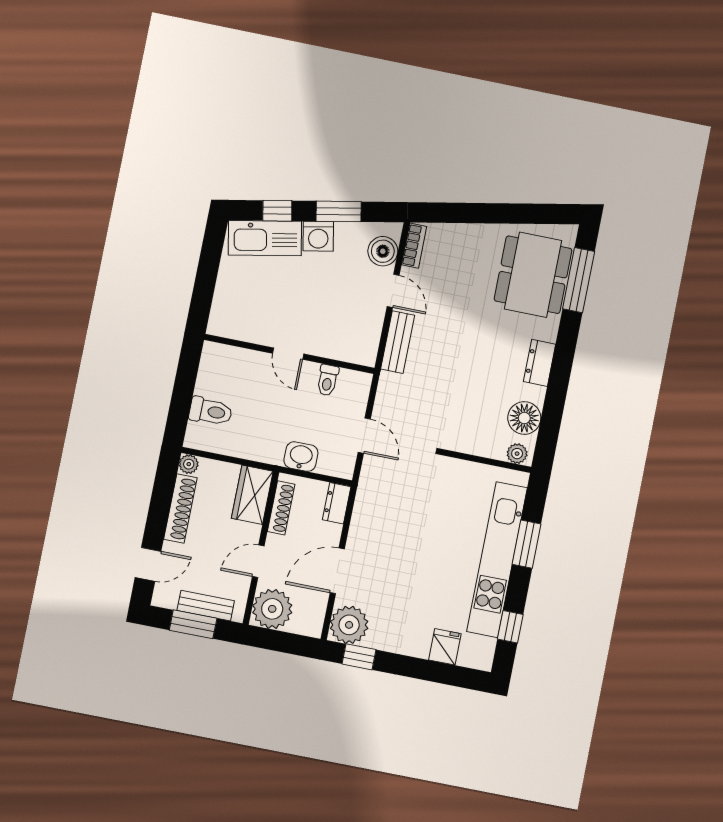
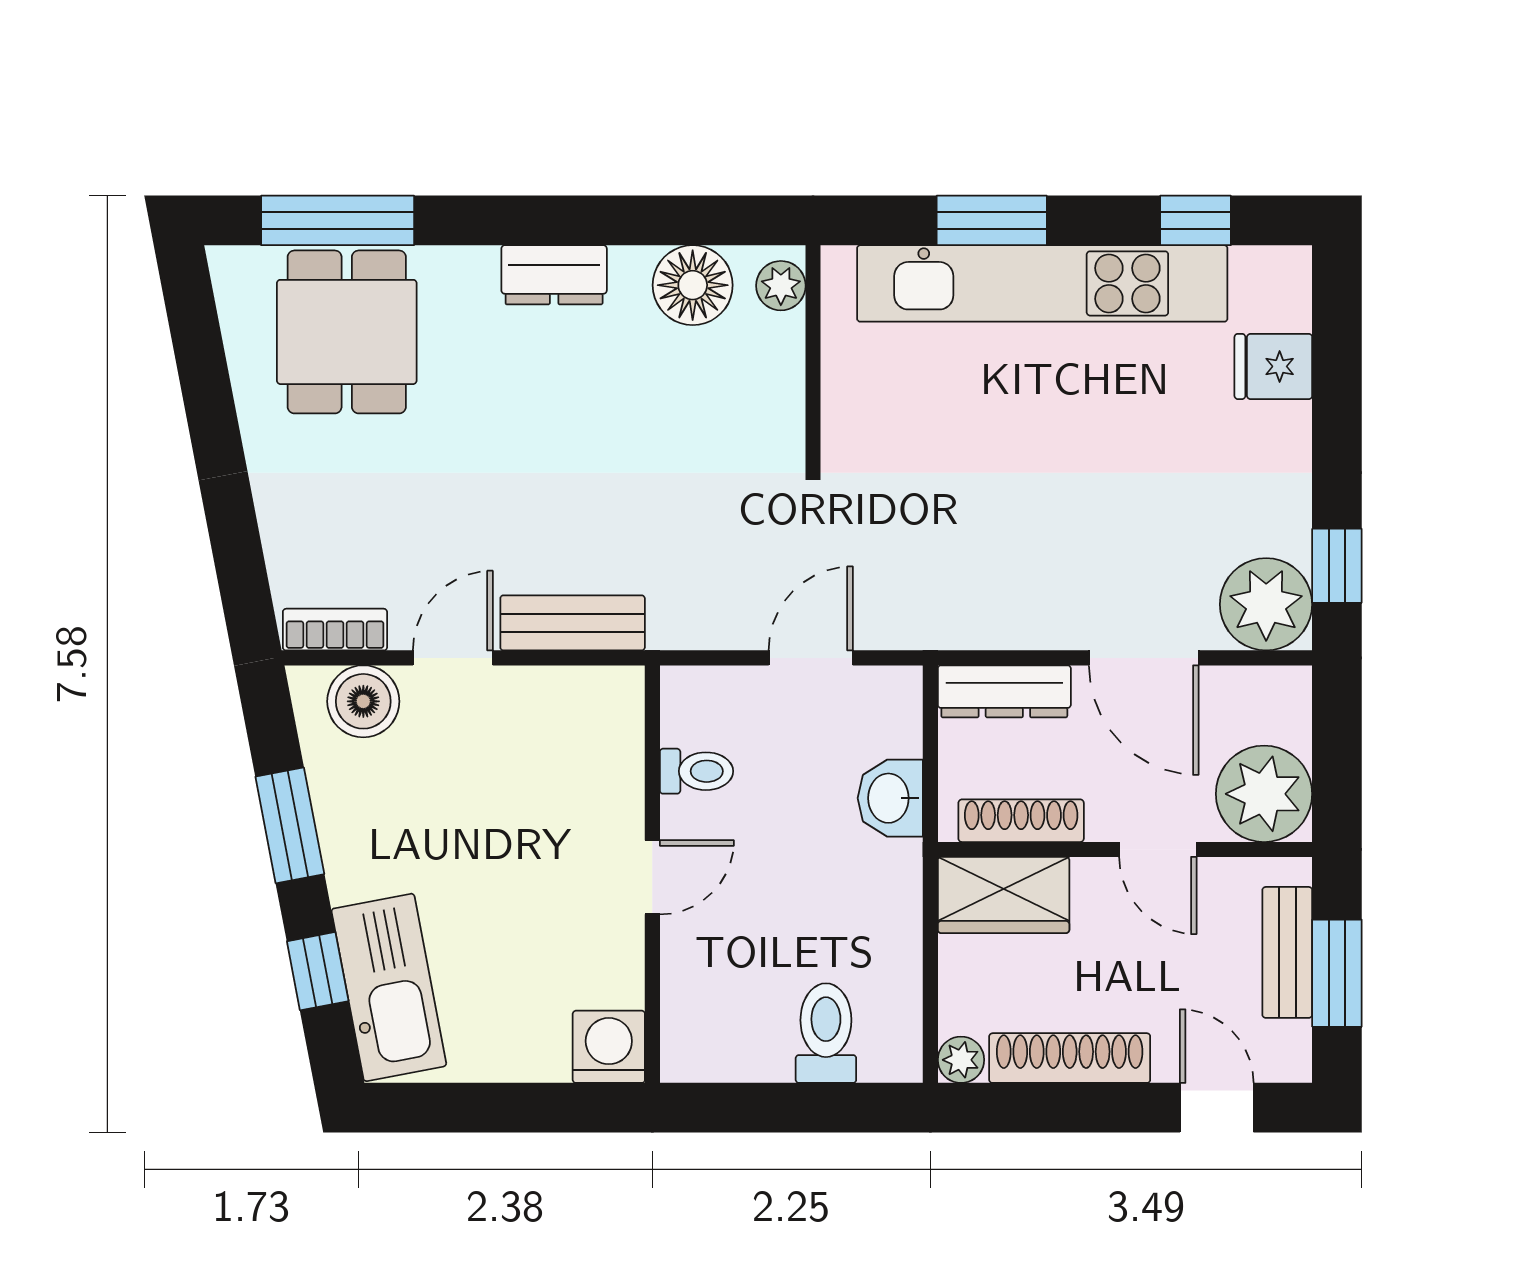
washing machine: (318, 236) -> (609, 1047), moved, turned -79
dining table: (533, 275) -> (347, 332), width x0.73
dresser: (337, 503) -> (1004, 691), width x1.44

